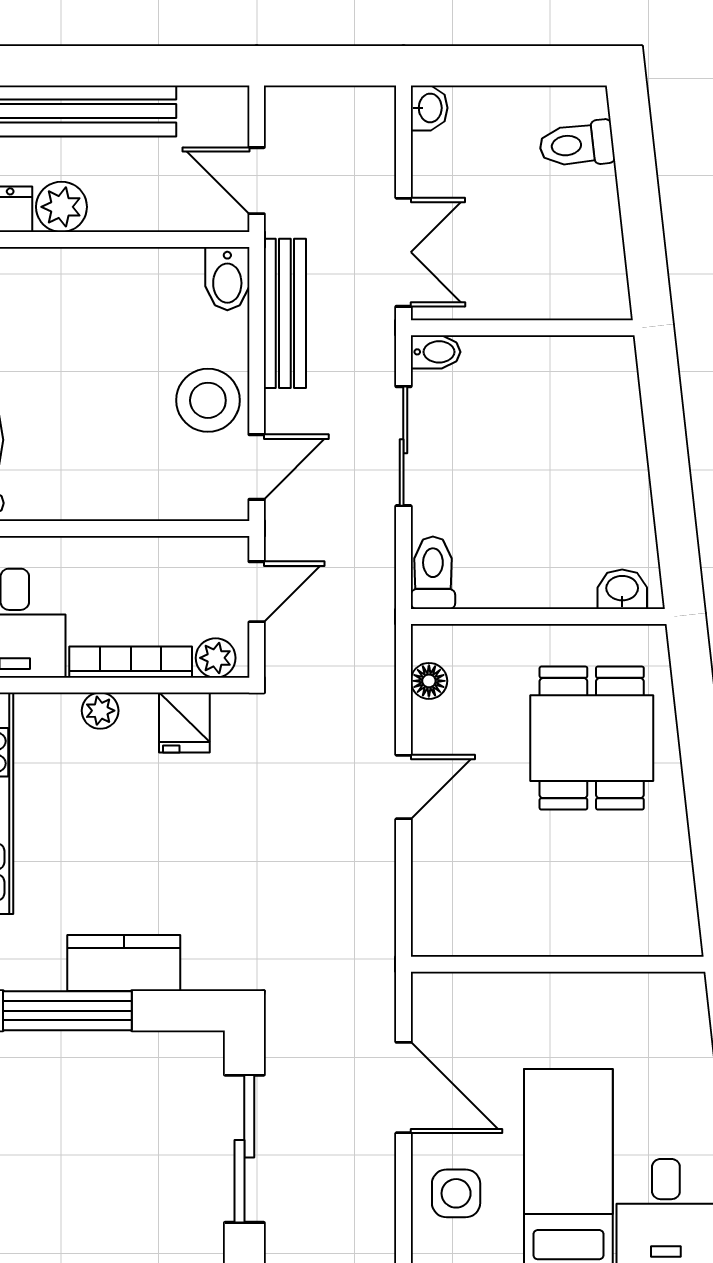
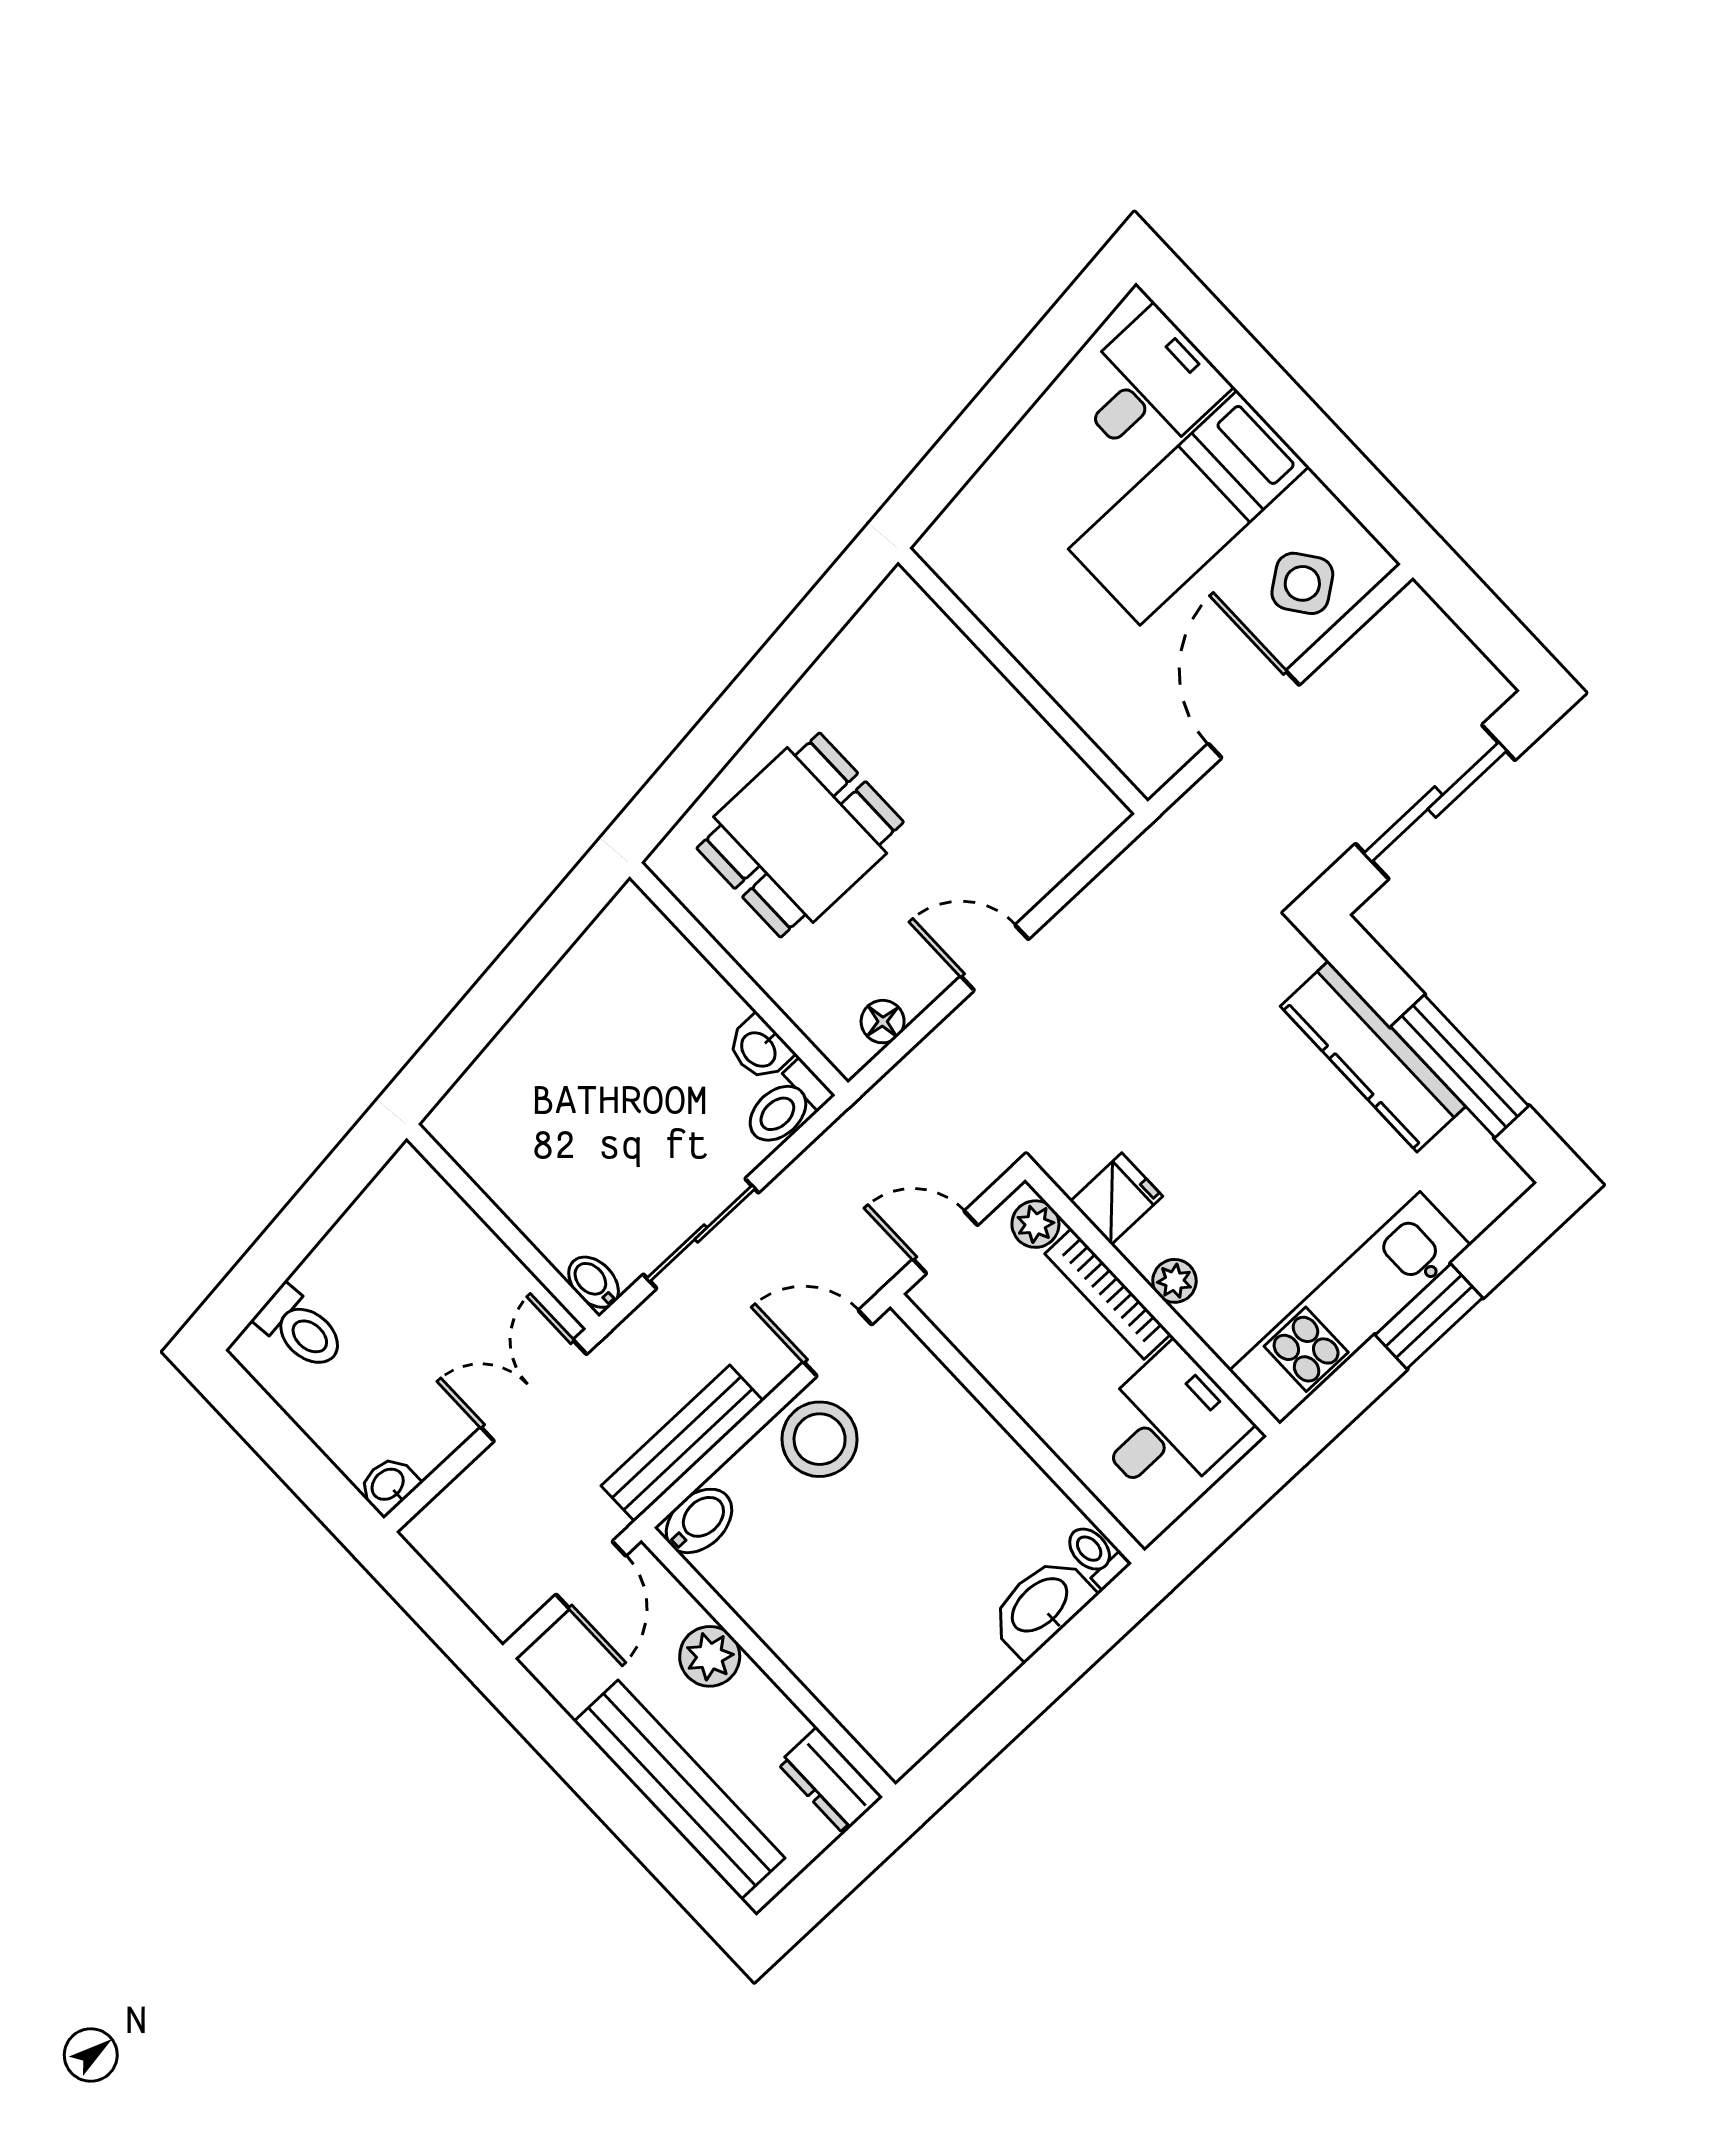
plant: (61, 207) -> (710, 1656), moved
washbasin: (622, 589) -> (759, 1049), moved
kitchen counter: (124, 963) -> (1373, 1056), width x1.50
side table: (456, 1193) -> (1302, 583), turned -36

